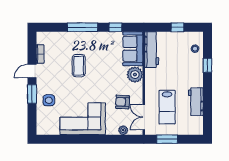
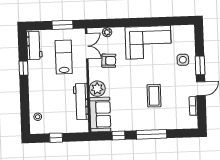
workbench: (152, 50) -> (81, 101), moved
window: (207, 65) -> (23, 68), moved
workbench: (196, 102) -> (34, 45), moved

